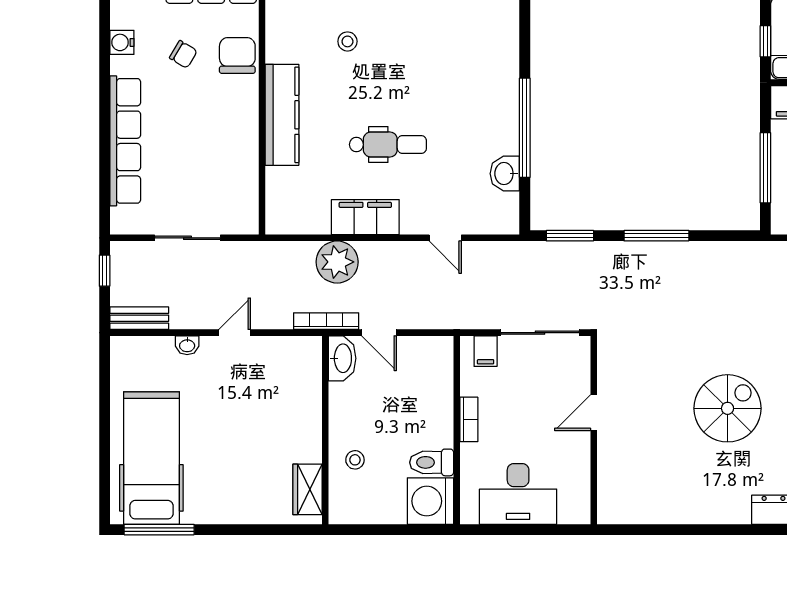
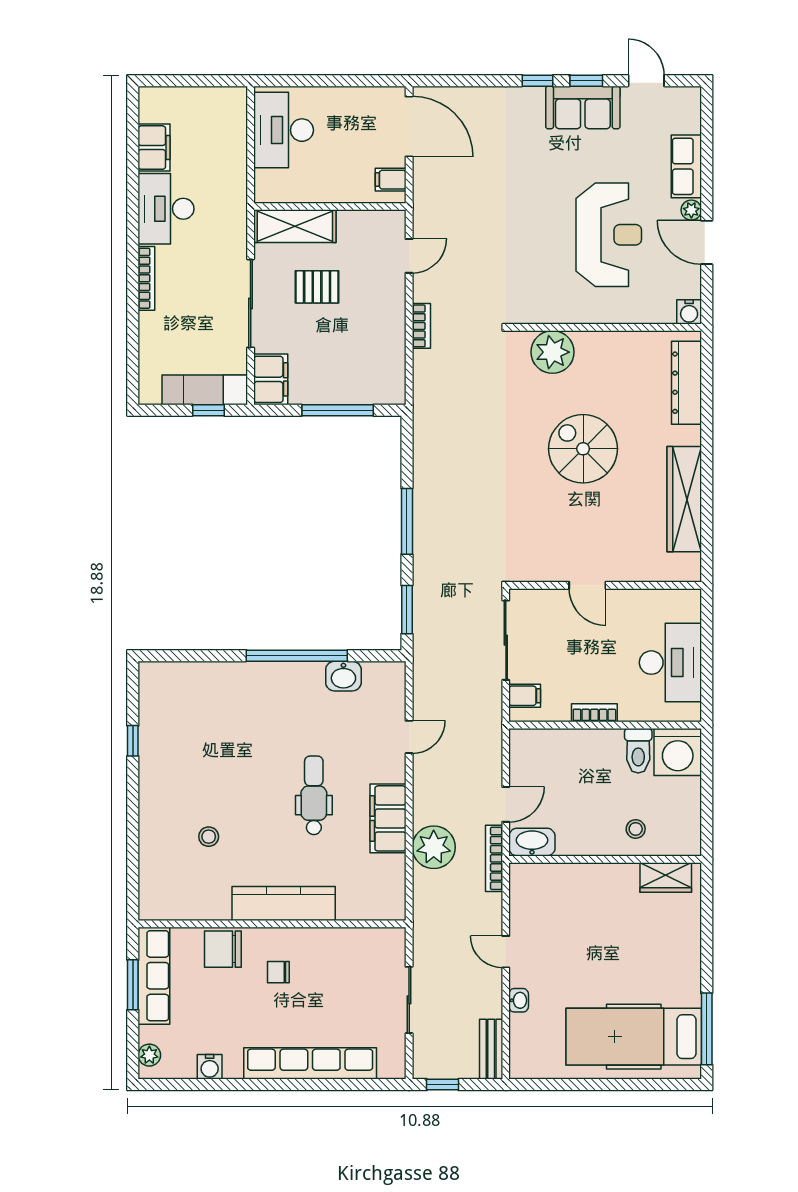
chair: (183, 54) -> (278, 972), moved, turned -121
wardrobe: (678, 508) -> (684, 499), added

